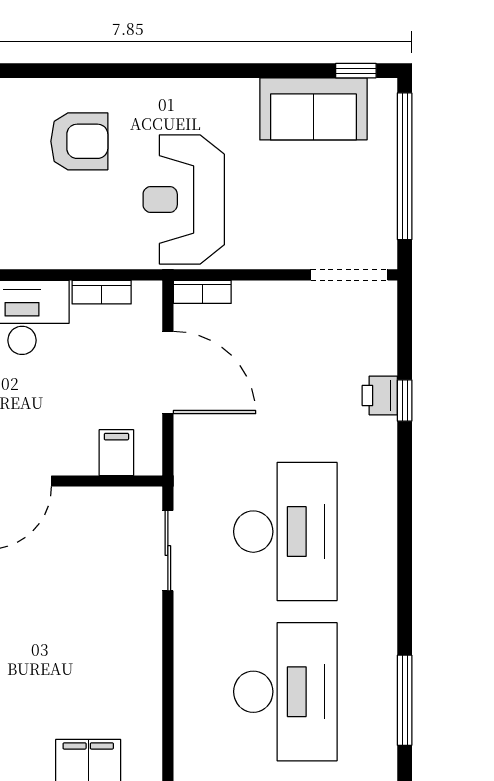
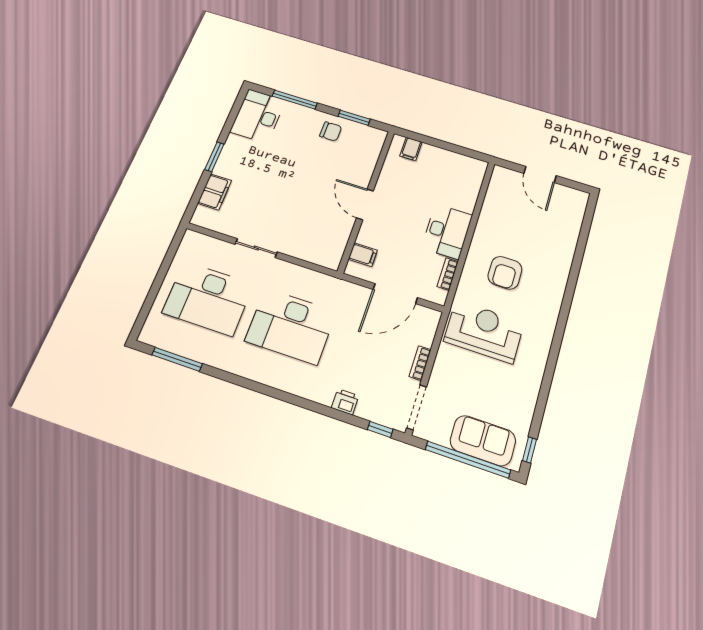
sofa: (313, 109) -> (483, 441), moved, turned 90
armchair: (79, 141) -> (505, 273), moved
bookcase: (202, 292) -> (420, 363), moved
window: (405, 400) -> (380, 429), moved
sliding door: (168, 551) -> (256, 248), moved

